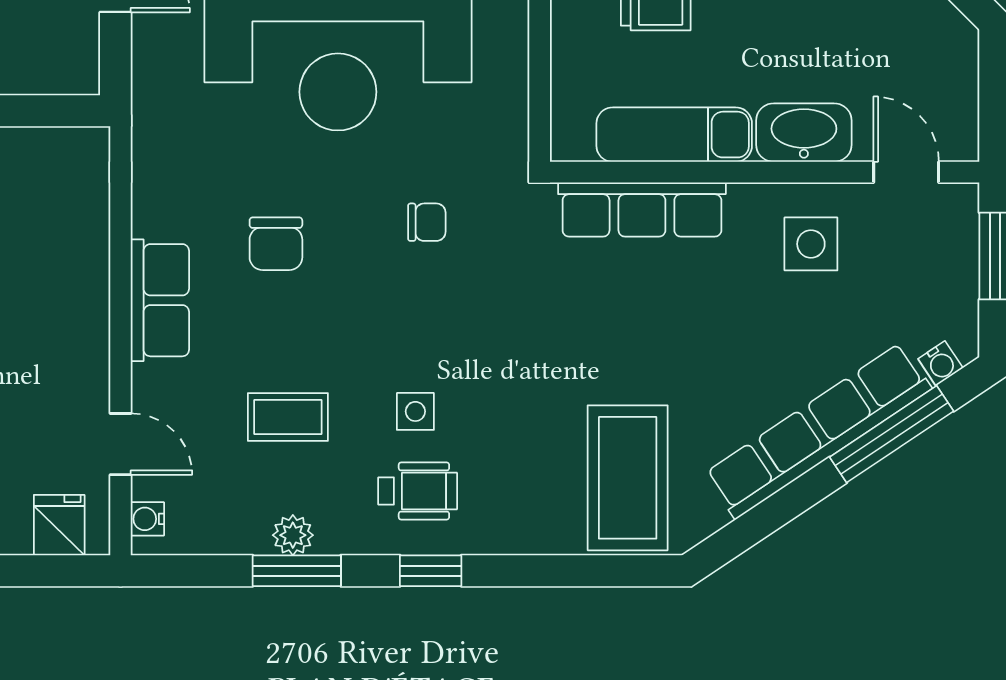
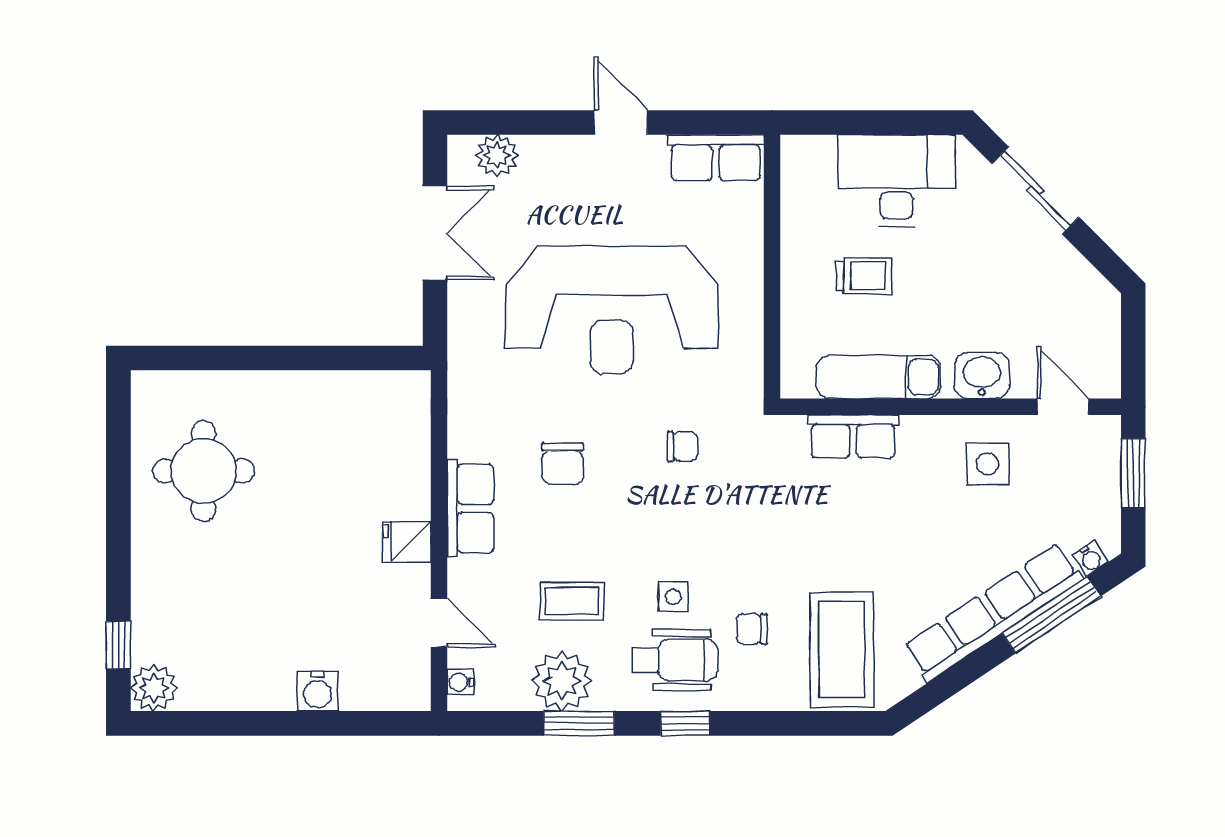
washbasin: (804, 133) -> (982, 375), width x0.72
row of seats: (642, 209) -> (853, 436), width x0.68
chair: (514, 452) -> (752, 629), added
wheelchair: (418, 491) -> (675, 660), width x1.36, depth x1.37
fridge: (59, 525) -> (407, 541), moved, turned -90
plant: (293, 535) -> (562, 681), width x1.88, depth x1.88

